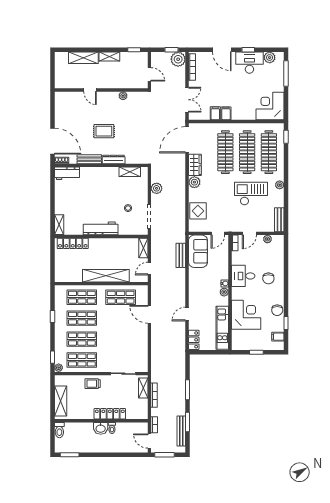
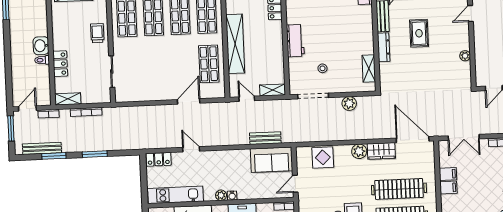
workbench: (101, 228) -> (295, 41), width x0.73
door: (218, 233) -> (295, 184), hinge flipped
shelving: (143, 388) -> (68, 99), moved
locker: (110, 414) -> (60, 64), width x0.66

